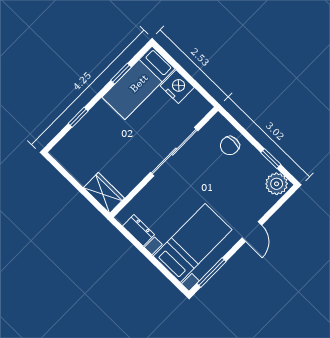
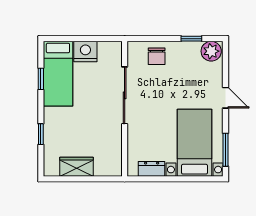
wardrobe: (104, 193) -> (77, 167), moved

